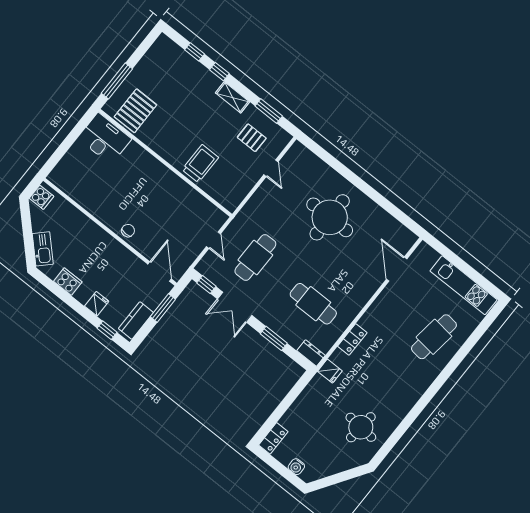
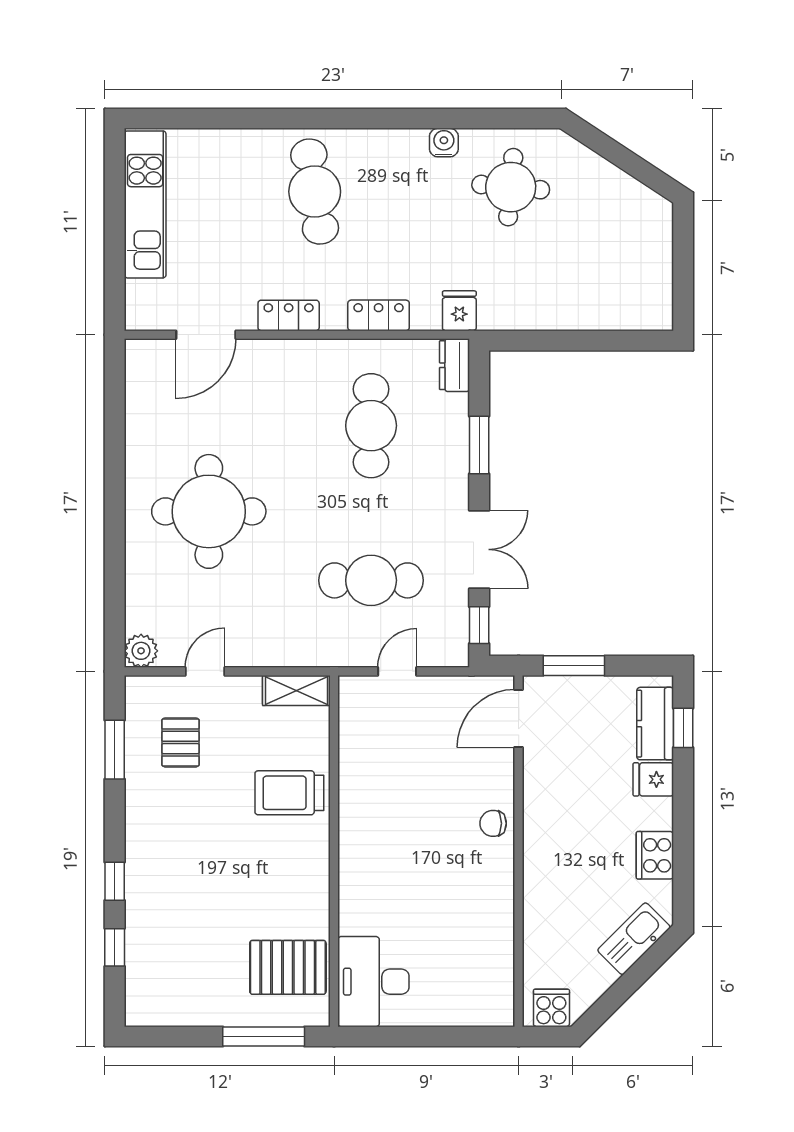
shelving: (233, 97) -> (296, 690), moved, turned 90
plant: (298, 150) -> (141, 651), added
kitchen counter: (136, 320) -> (655, 724), moved, turned 90
cafe table: (434, 337) -> (315, 192), moved, turned 74
locker: (273, 438) -> (289, 315), moved
water cooler: (296, 467) -> (444, 143), moved, turned -90

